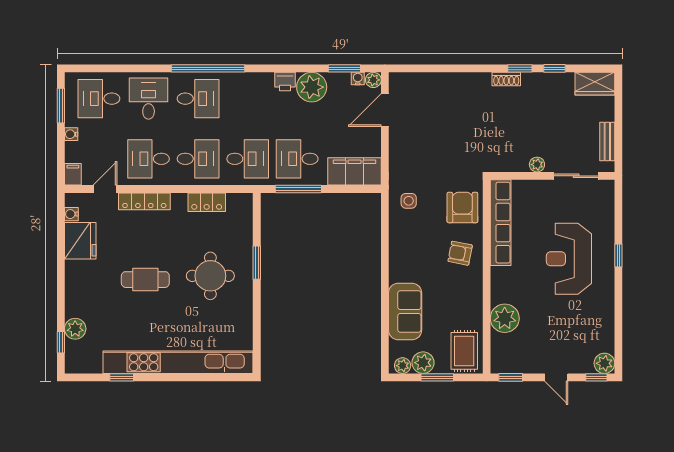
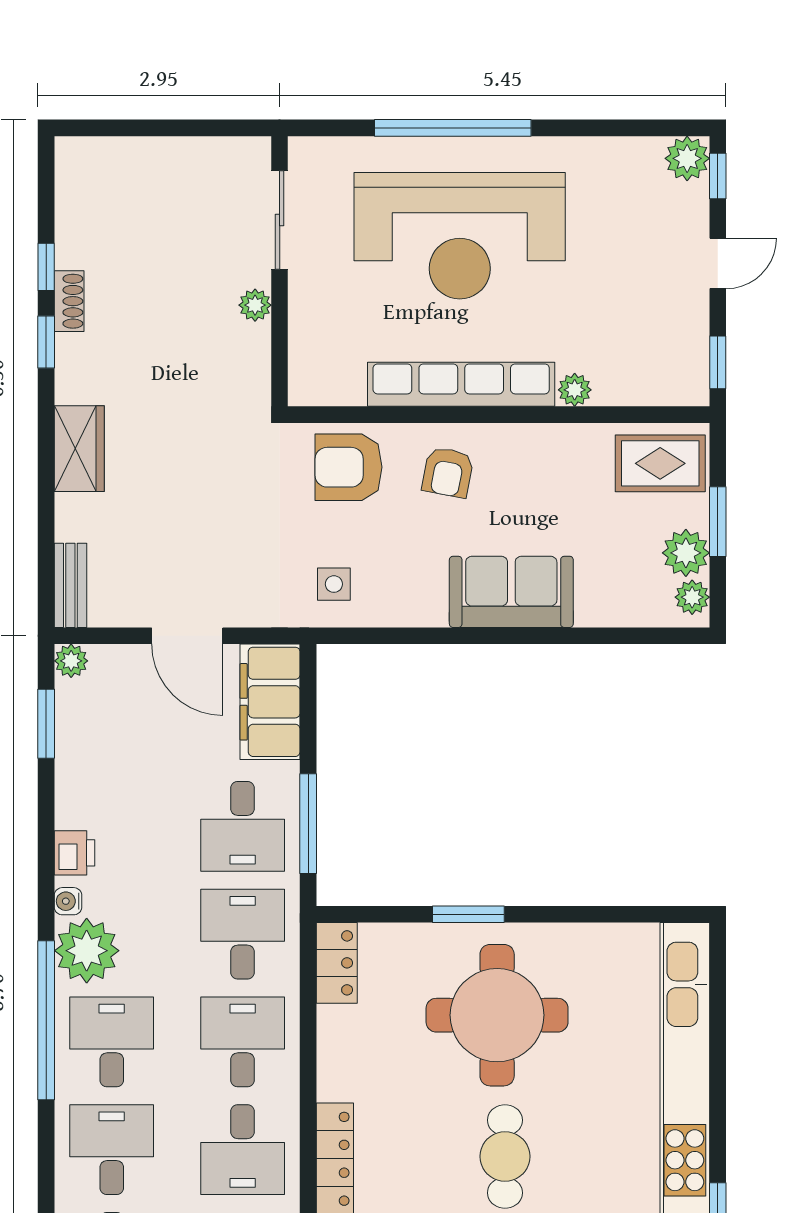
water cooler: (358, 79) -> (68, 901), moved
shoe rack: (506, 79) -> (69, 301), moved
wardrobe: (595, 84) -> (79, 449), moved
plant: (312, 87) -> (87, 951), moved
desk: (149, 99) -> (112, 1150), turned 90
door: (385, 110) -> (187, 636), moved
bench: (607, 142) -> (70, 585), moved, turned 90
locker: (207, 202) -> (337, 963), moved
row of seats: (501, 223) -> (461, 384), moved
window: (618, 255) -> (453, 128), width x3.17
reception desk: (569, 259) -> (460, 236), width x1.36, depth x1.30
round table: (210, 276) -> (497, 1015), width x1.36, depth x1.36
sofa: (405, 311) -> (511, 592), moved
plant: (505, 318) -> (575, 390), width x0.53, depth x0.53

